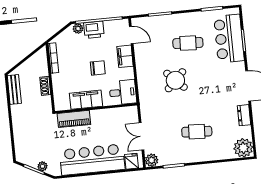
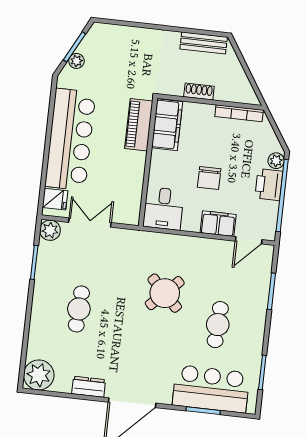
filing cabinet: (86, 100) -> (167, 125), moved

